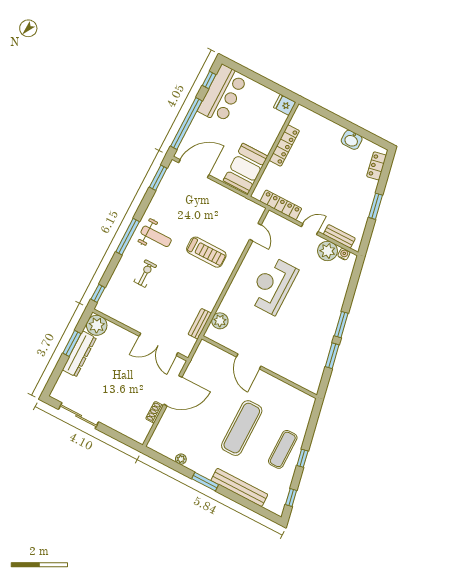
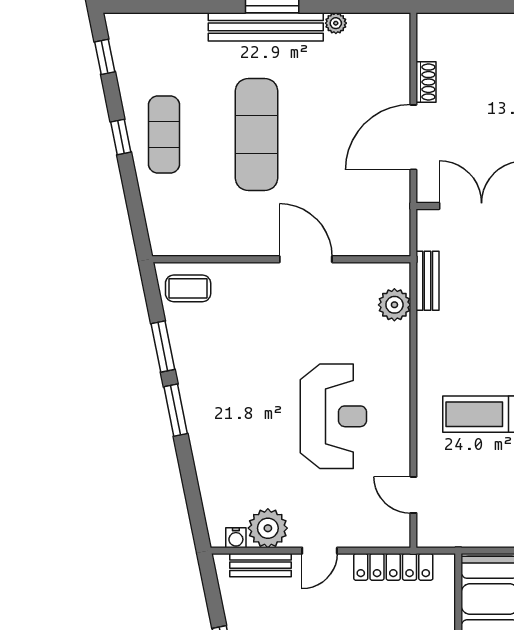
coffee table: (308, 376) -> (188, 288), added
bench: (239, 487) -> (266, 27), moved

